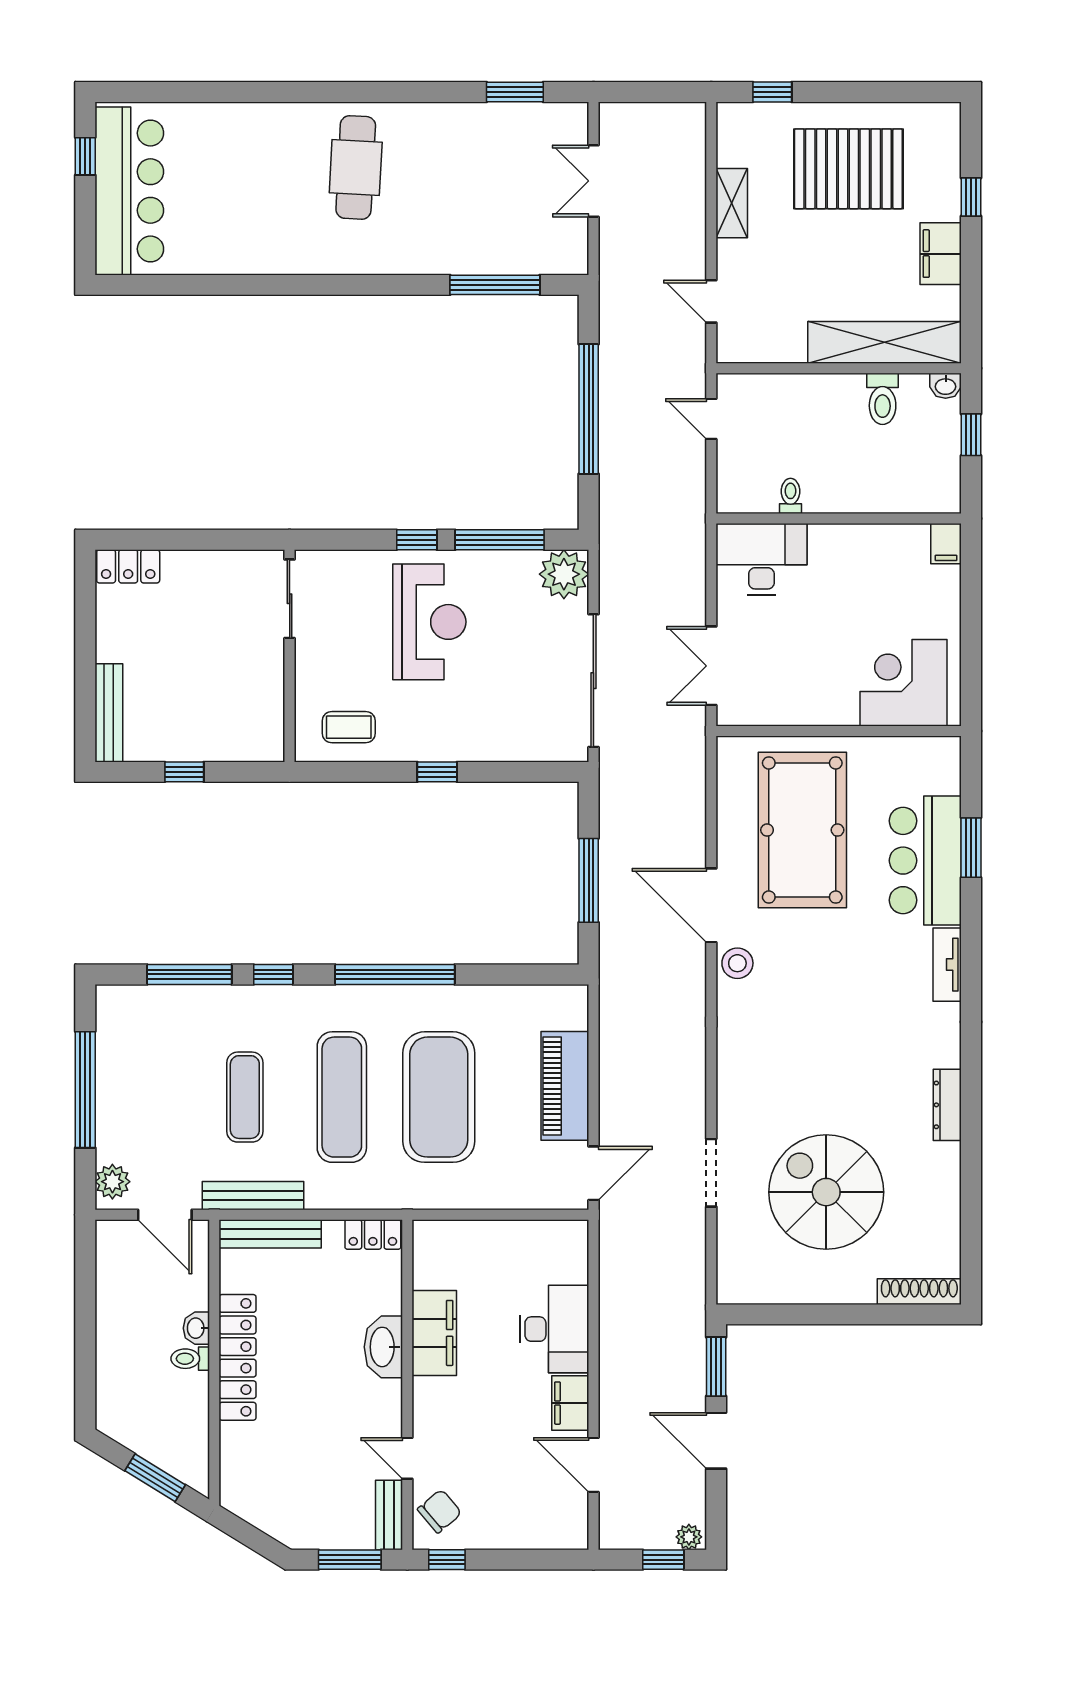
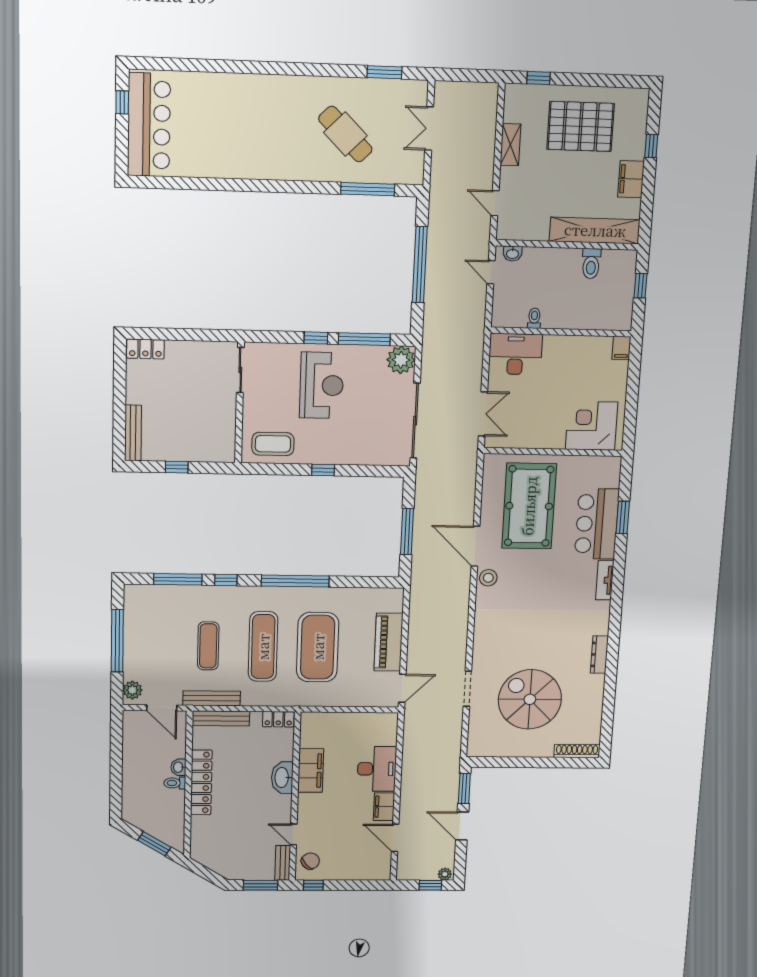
cafe table: (356, 167) -> (345, 134), moved, turned -48
washbasin: (946, 386) -> (512, 254), moved
double door: (711, 666) -> (483, 414), swing flipped
coffee table: (349, 727) -> (273, 444), width x1.36, depth x1.30

